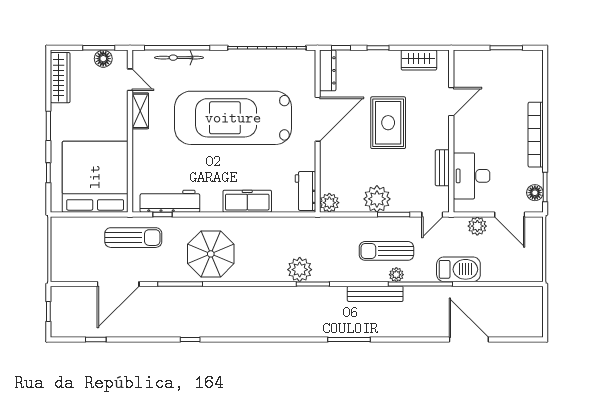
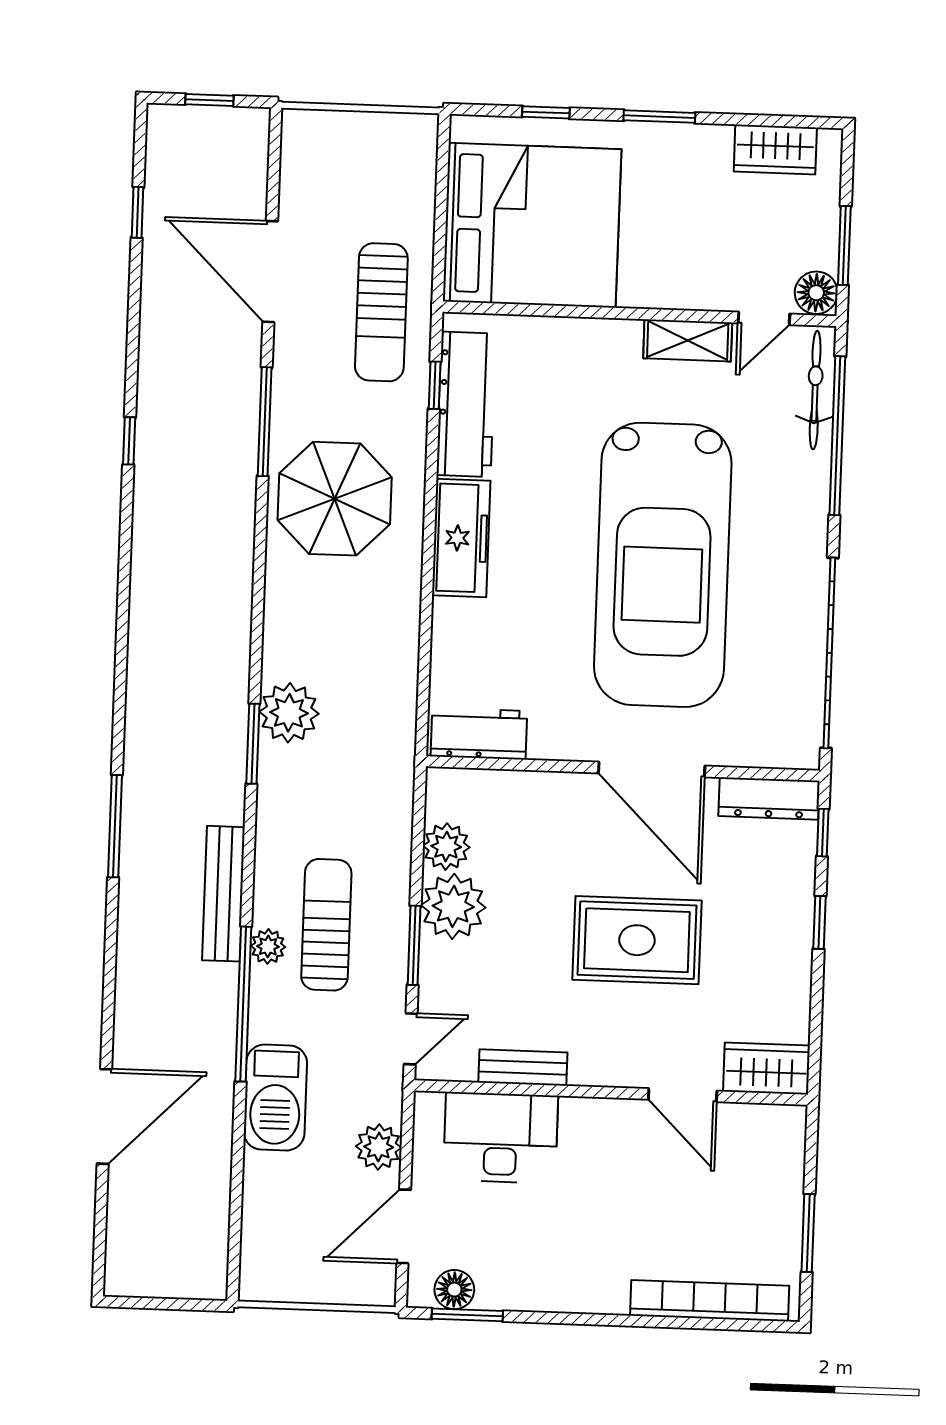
bicycle: (179, 58) -> (815, 390), moved
floor lamp: (103, 59) -> (816, 293), moved
wardrobe: (419, 60) -> (766, 1068), moved, turned 90
wardrobe: (60, 78) -> (775, 149), width x0.67
car: (233, 118) -> (663, 565), turned 180
bookcase: (536, 135) -> (710, 1301), moved
freezer: (247, 201) -> (461, 538), moved
plant: (329, 203) -> (446, 847), moved
door: (432, 214) -> (411, 1039), swing flipped

